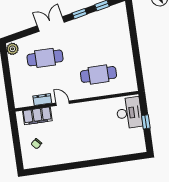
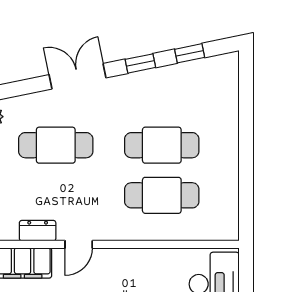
cafe table: (95, 51) -> (162, 145), added
door: (63, 103) -> (79, 244), swing flipped

